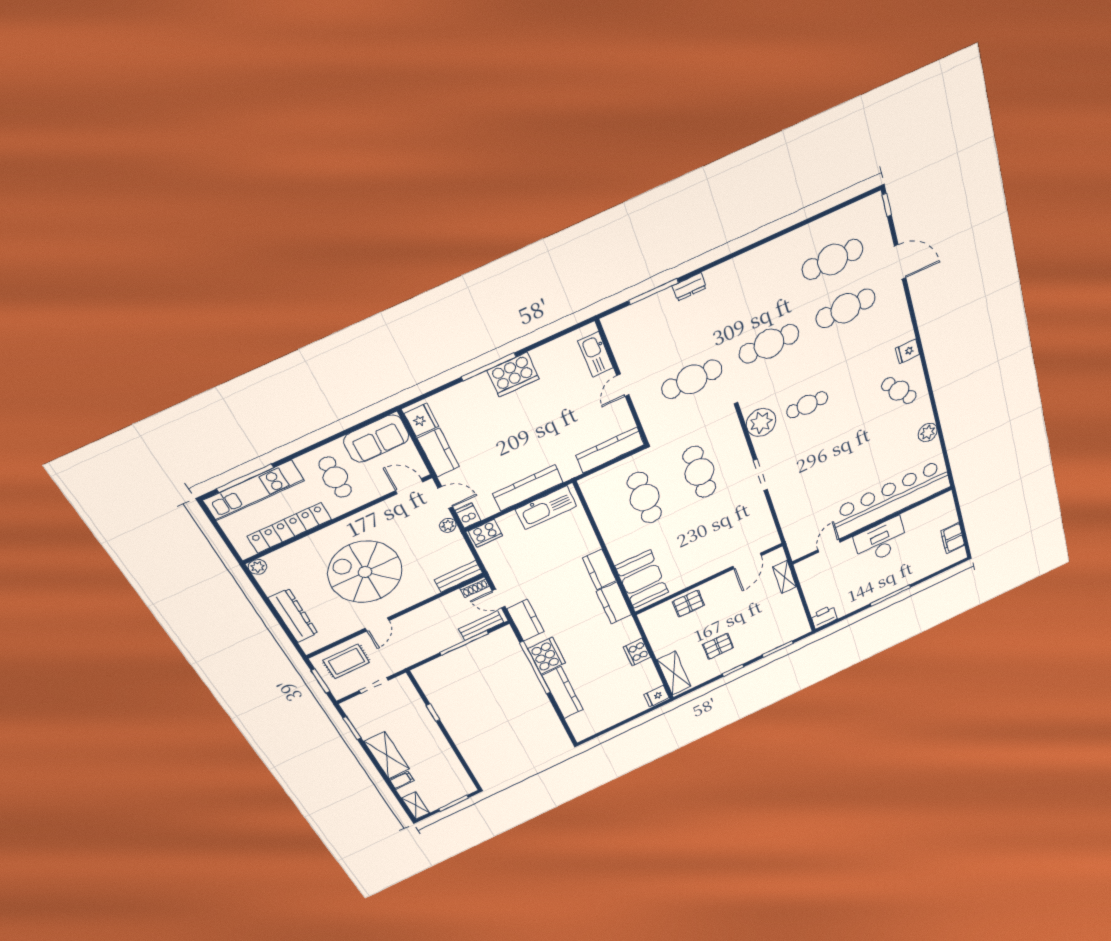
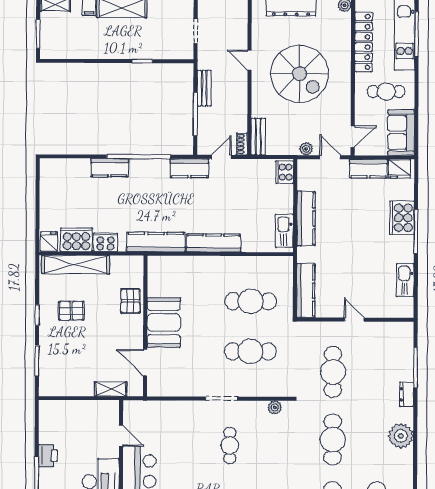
plant: (741, 271) -> (401, 436), added
kitchen sink: (596, 354) -> (405, 280), moved, turned -90
cooker: (513, 375) -> (402, 218), moved
cafe table: (807, 405) -> (230, 446), moved
plant: (761, 422) -> (275, 407), width x0.53, depth x0.53
door: (445, 497) -> (330, 157), swing flipped
kitchen sink: (546, 508) -> (284, 231), width x0.73, depth x0.81
dishwasher: (468, 516) -> (307, 166), removed
kitchen counter: (599, 569) -> (214, 243), width x1.50
spiral stairs: (365, 572) -> (299, 74), turned 90
booth: (642, 579) -> (164, 322), moved, turned 90
kitchen counter: (614, 603) -> (156, 242), width x1.50
printer: (824, 617) -> (48, 456), moved
bench: (481, 626) -> (204, 88), moved
pallet: (718, 646) -> (71, 311), turned 90
cooker: (547, 656) -> (76, 240), moved, turned 180
rug: (346, 661) -> (229, 23), removed
shelving: (674, 673) -> (76, 265), width x1.47
kitchen counter: (563, 693) -> (110, 168), width x0.67

